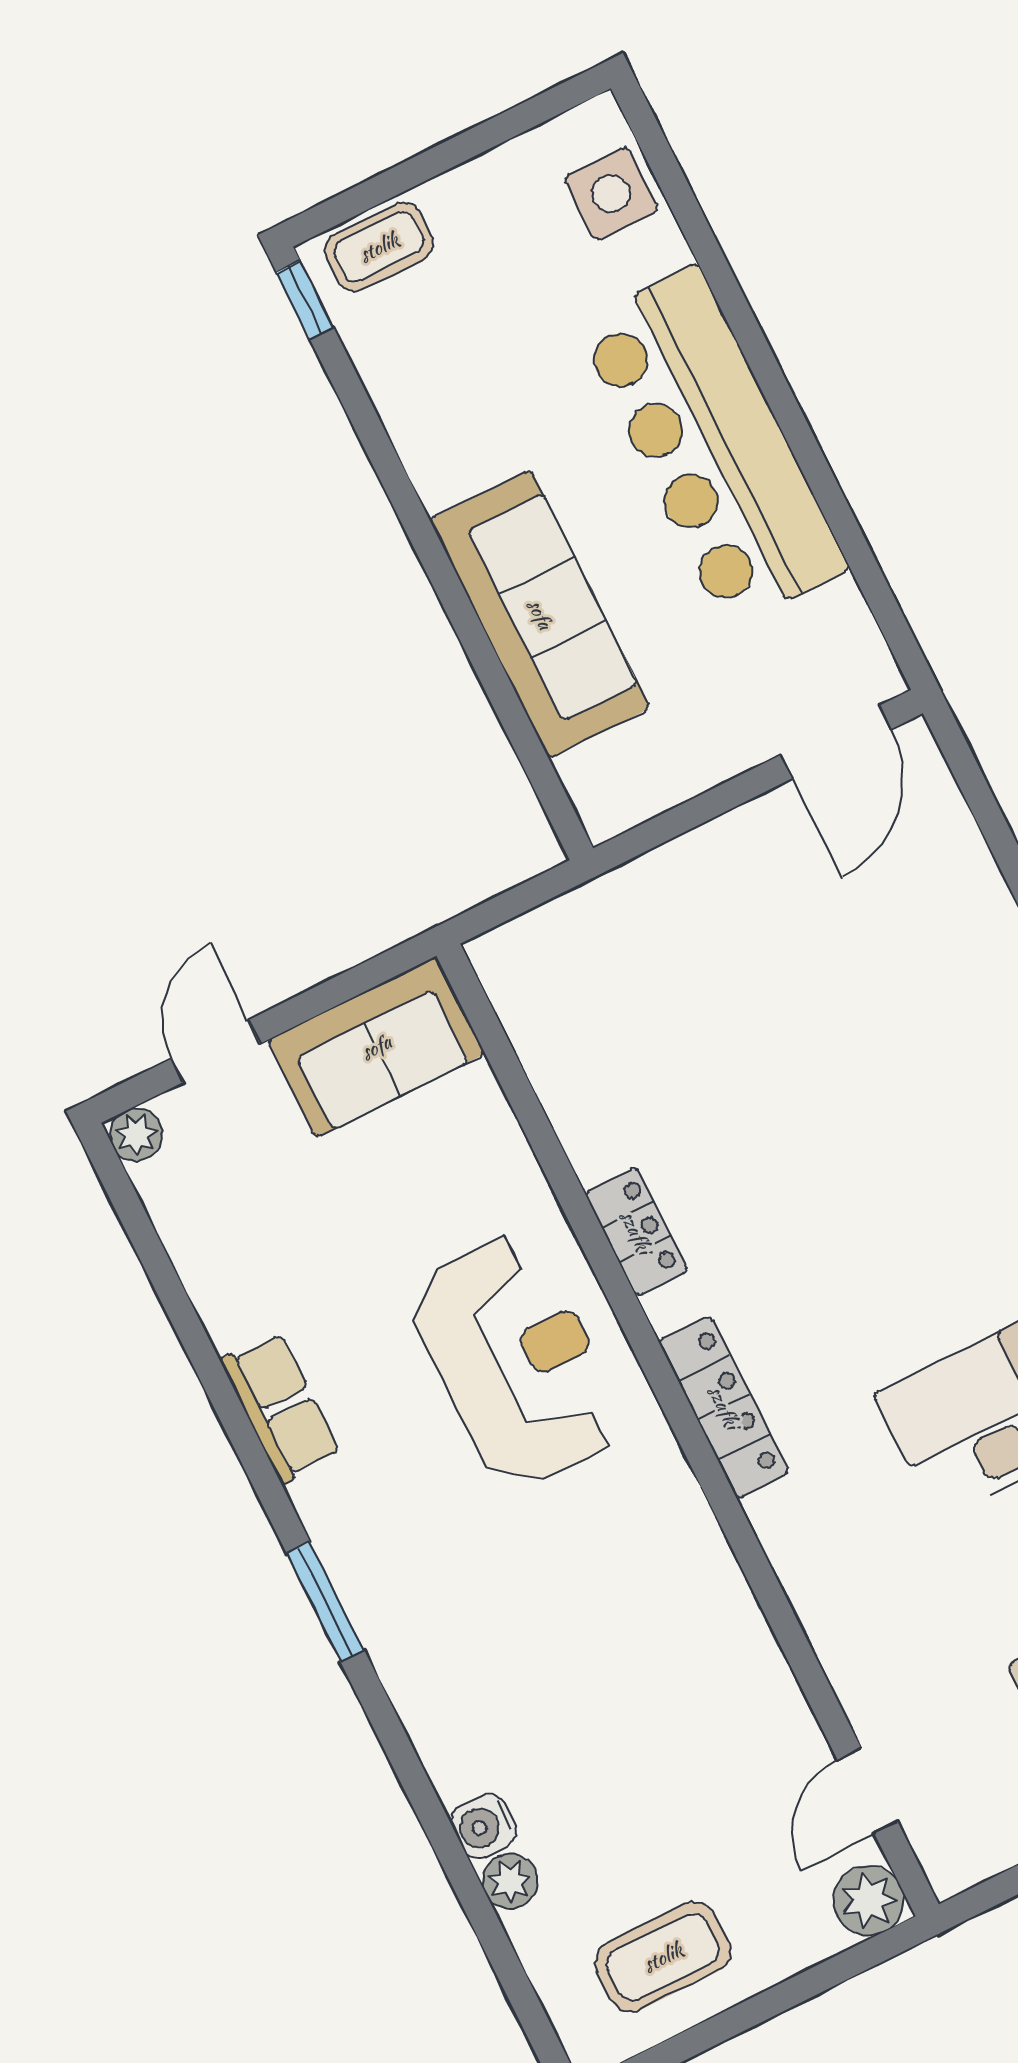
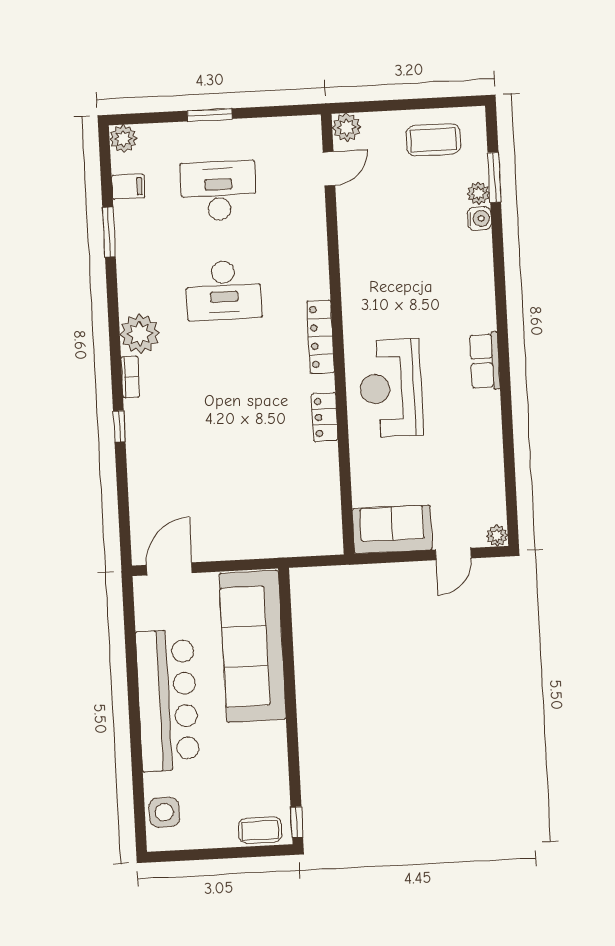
sofa: (540, 614) -> (253, 646), width x1.36, depth x1.27
row of seats: (280, 1407) -> (485, 361), moved
window: (325, 1601) -> (494, 177), moved

